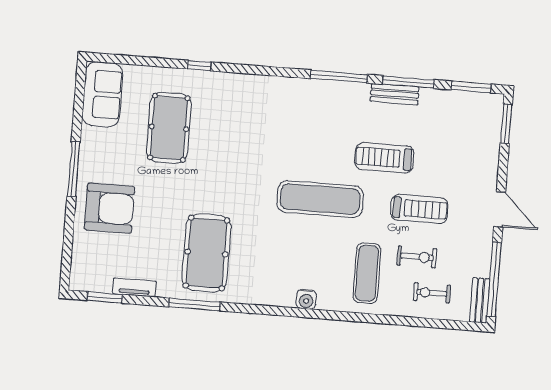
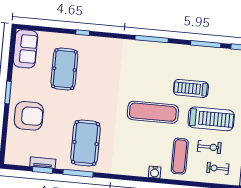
window: (339, 77) -> (152, 39), moved
bench: (395, 94) -> (197, 51), removed
window: (74, 169) -> (8, 93), width x0.69
treadmill: (419, 209) -> (211, 119), width x1.37, depth x1.38
window: (105, 297) -> (43, 170), moved
water cooler: (306, 299) -> (155, 172), moved

